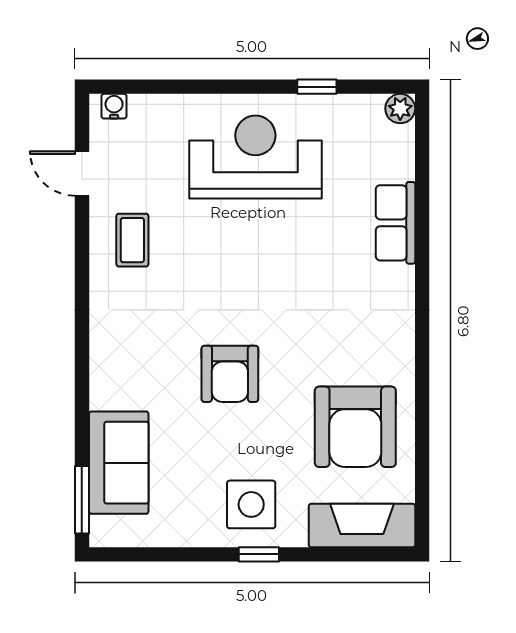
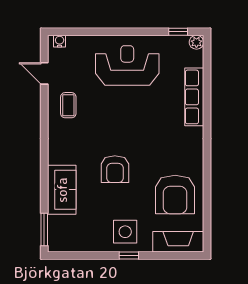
window: (317, 87) -> (178, 32), moved
row of seats: (395, 223) -> (194, 97), width x1.48
sofa: (119, 463) -> (62, 190), moved

